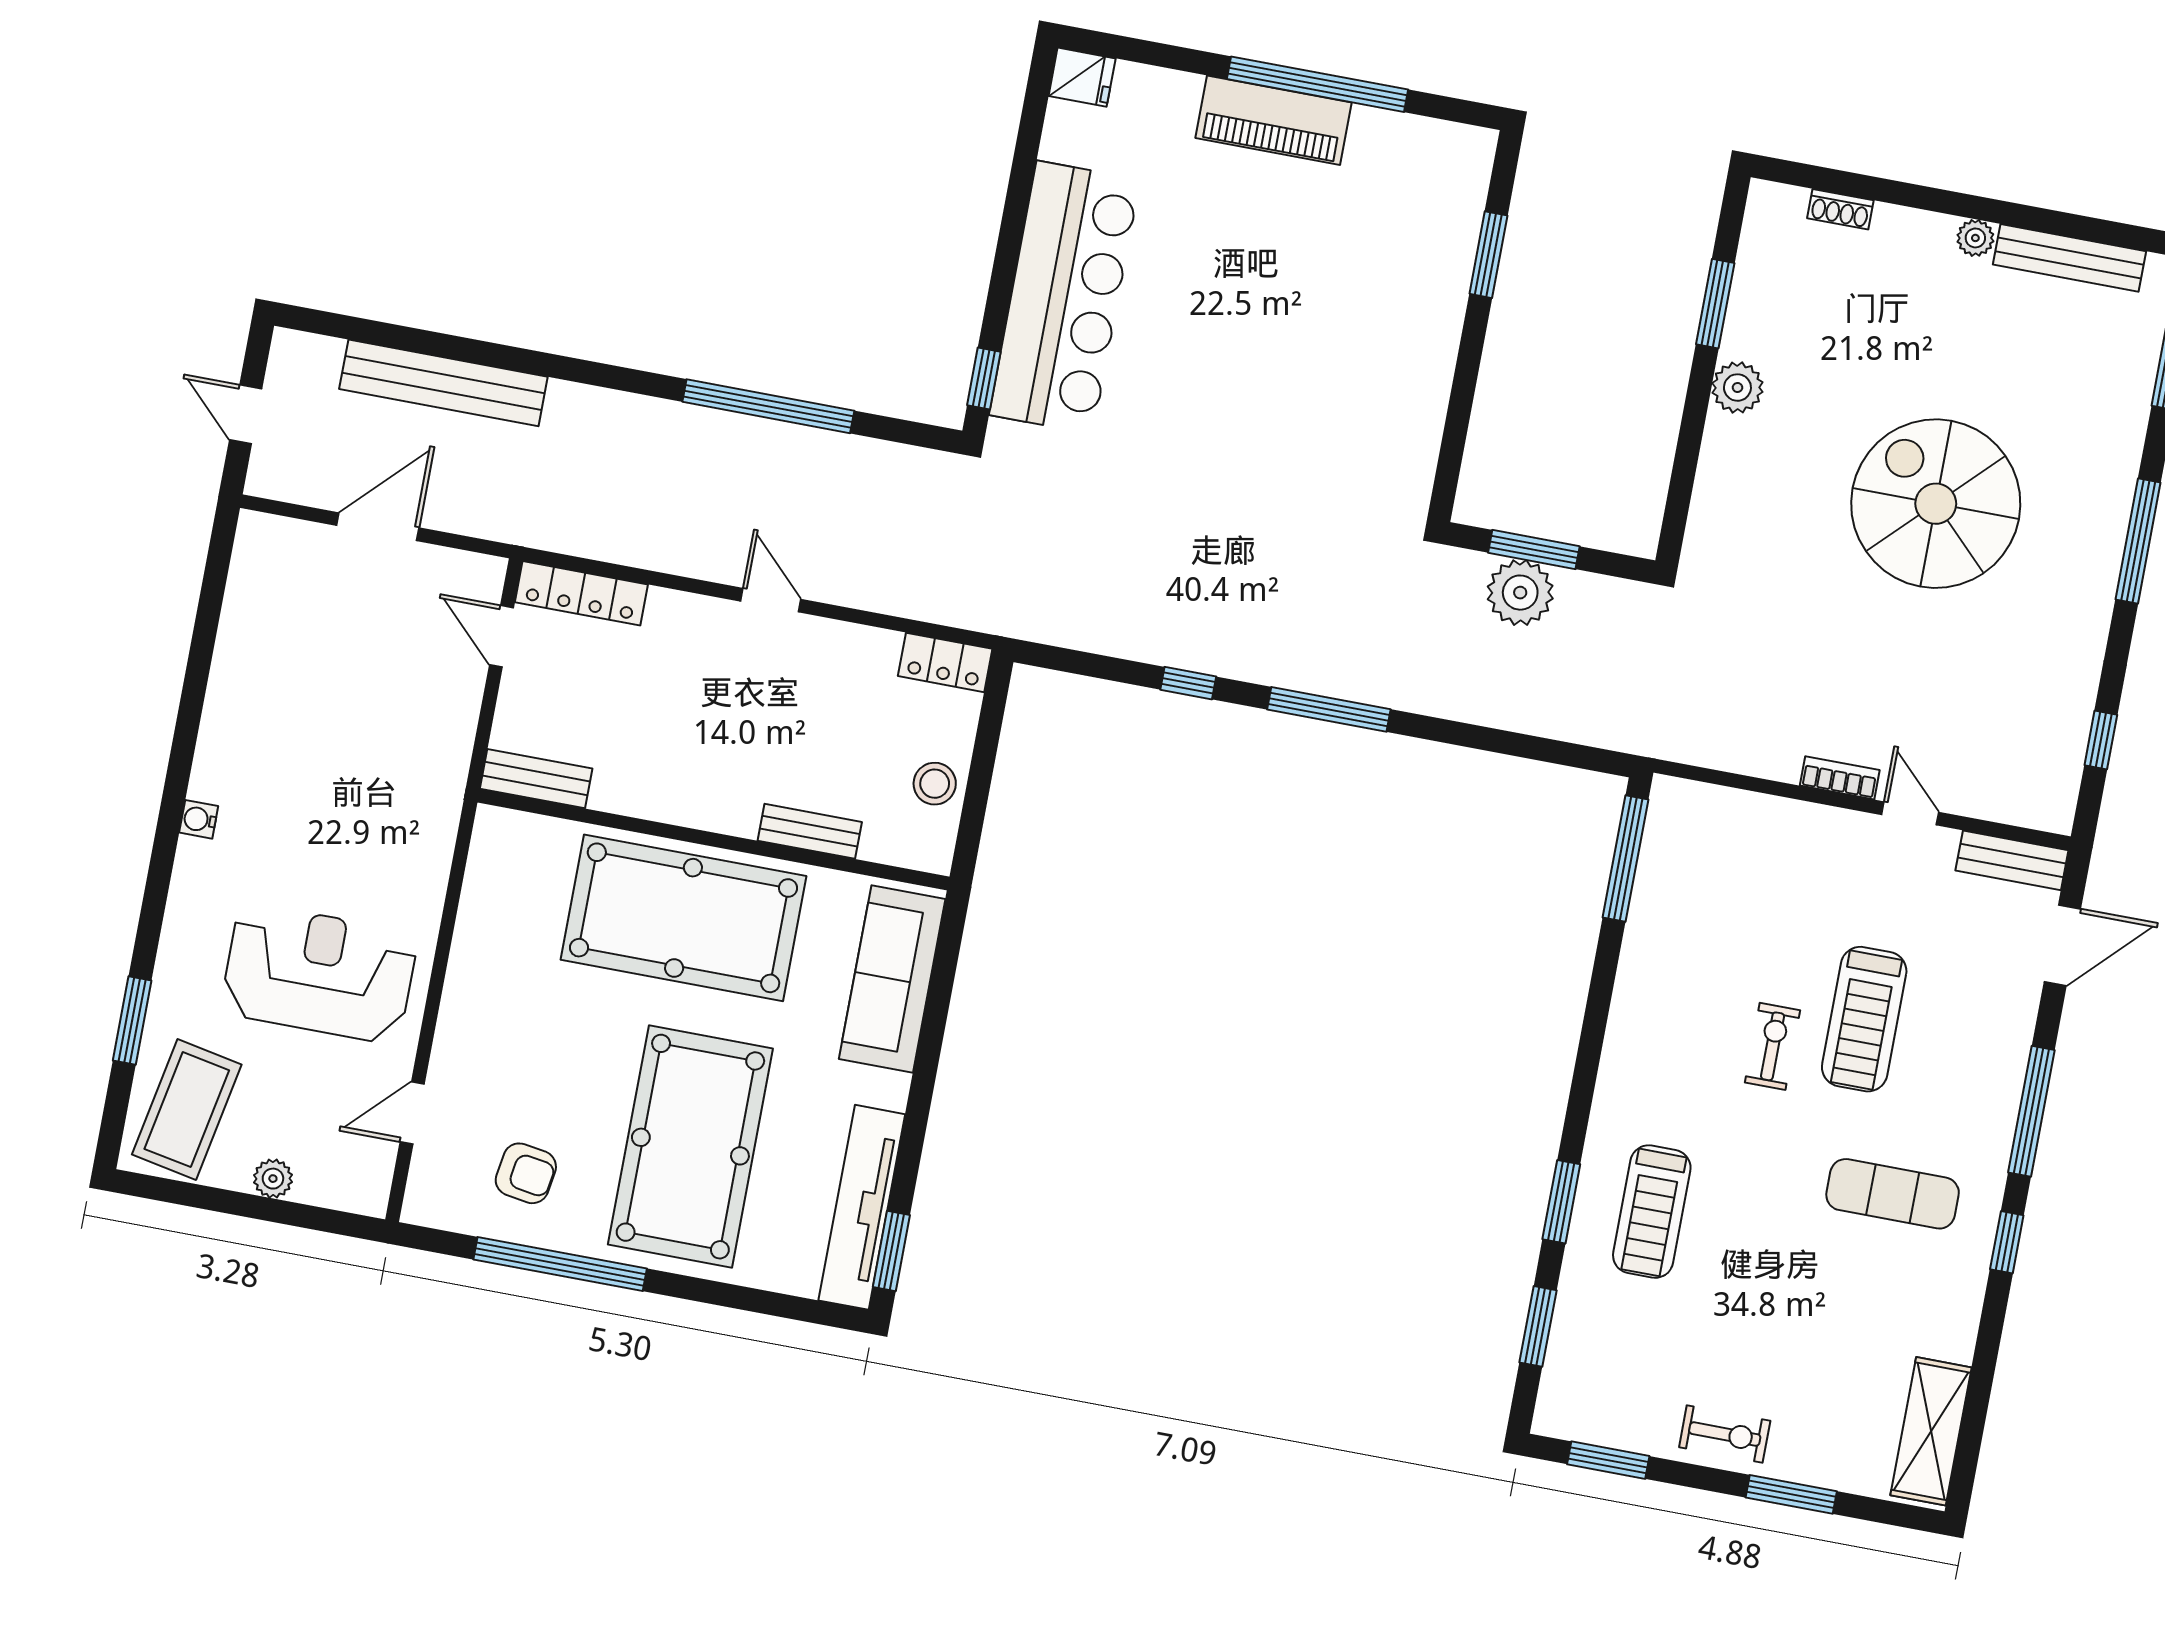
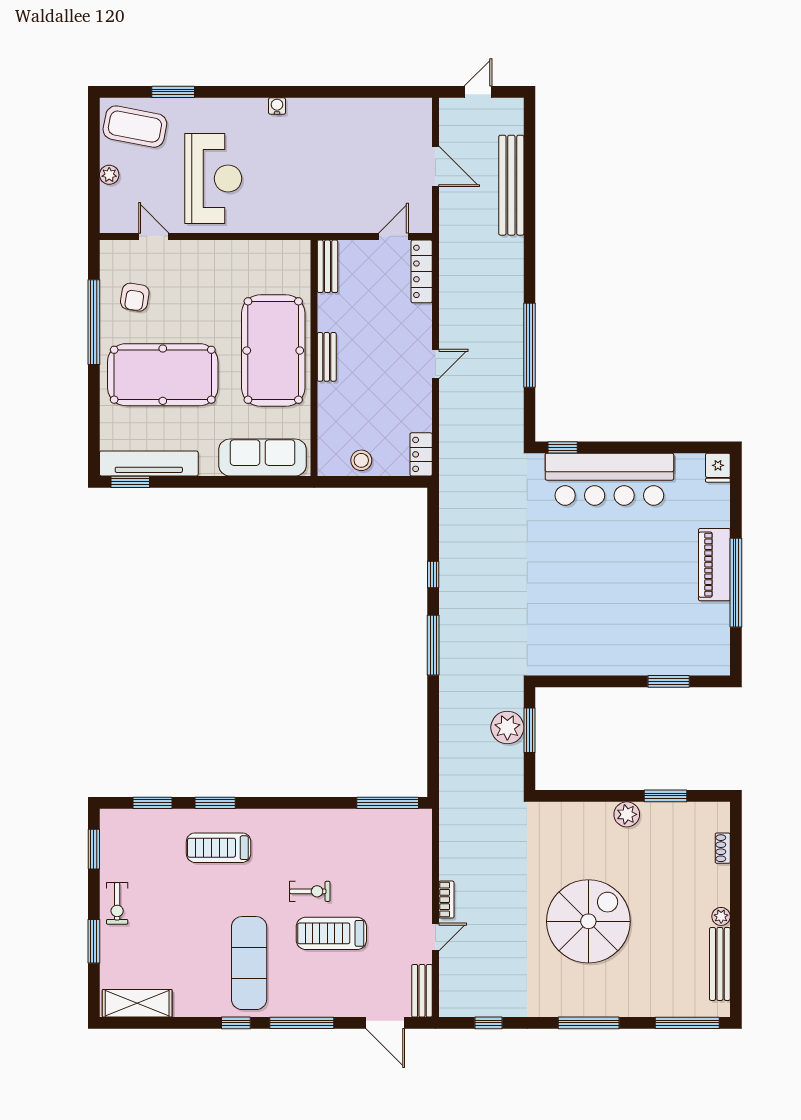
bench: (810, 831) -> (327, 357), moved
exercise mat: (1893, 1194) -> (249, 963), width x1.36, depth x1.45

